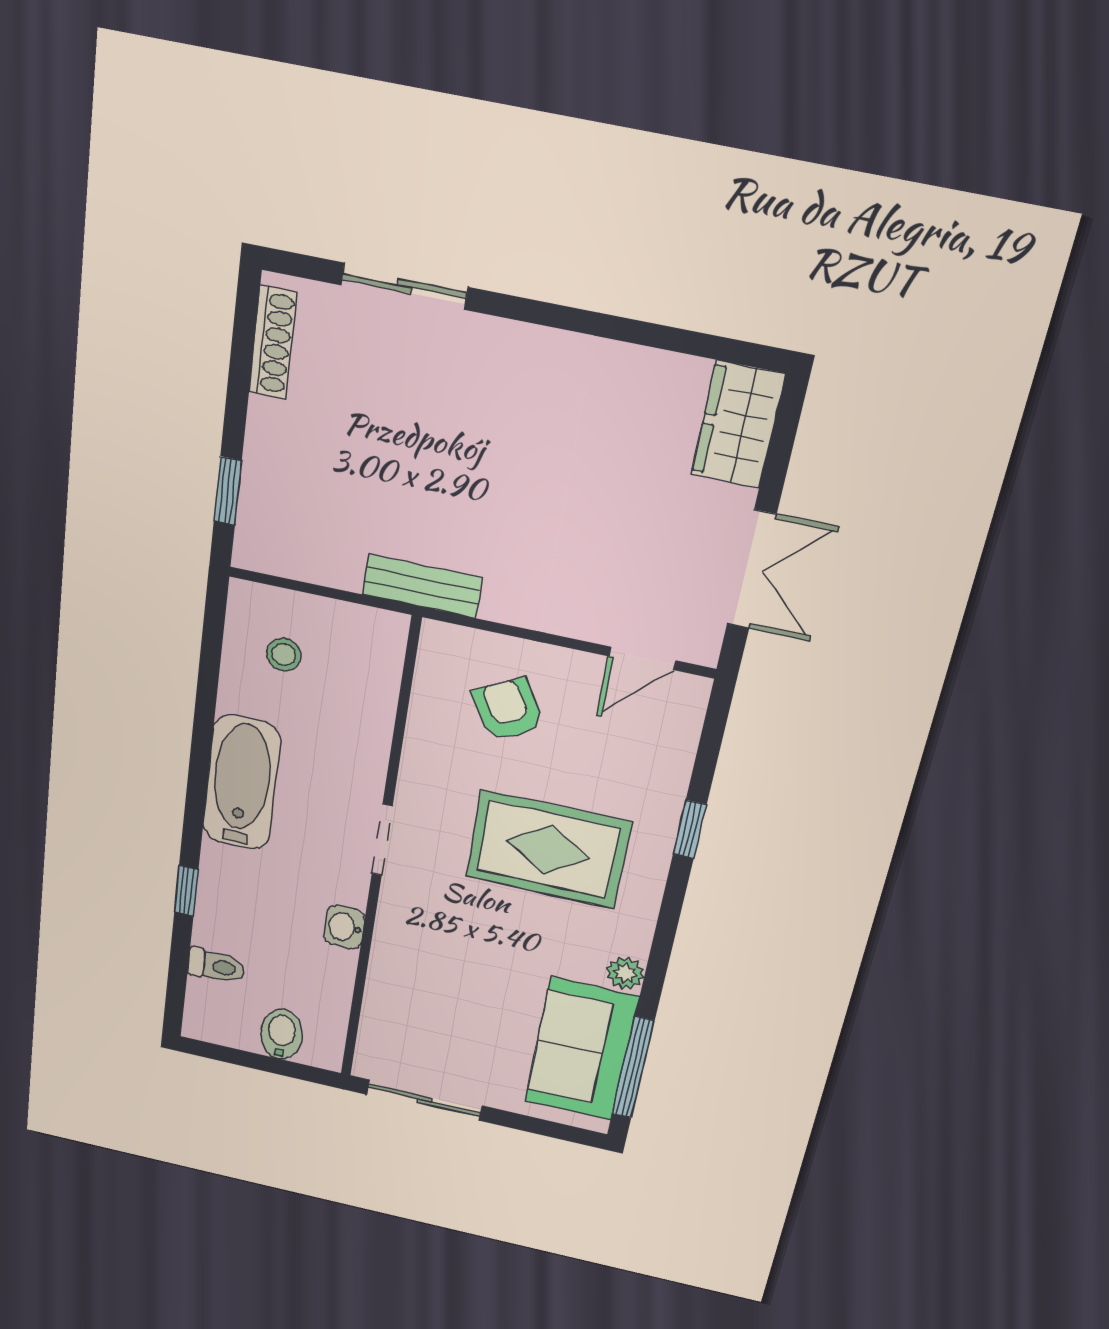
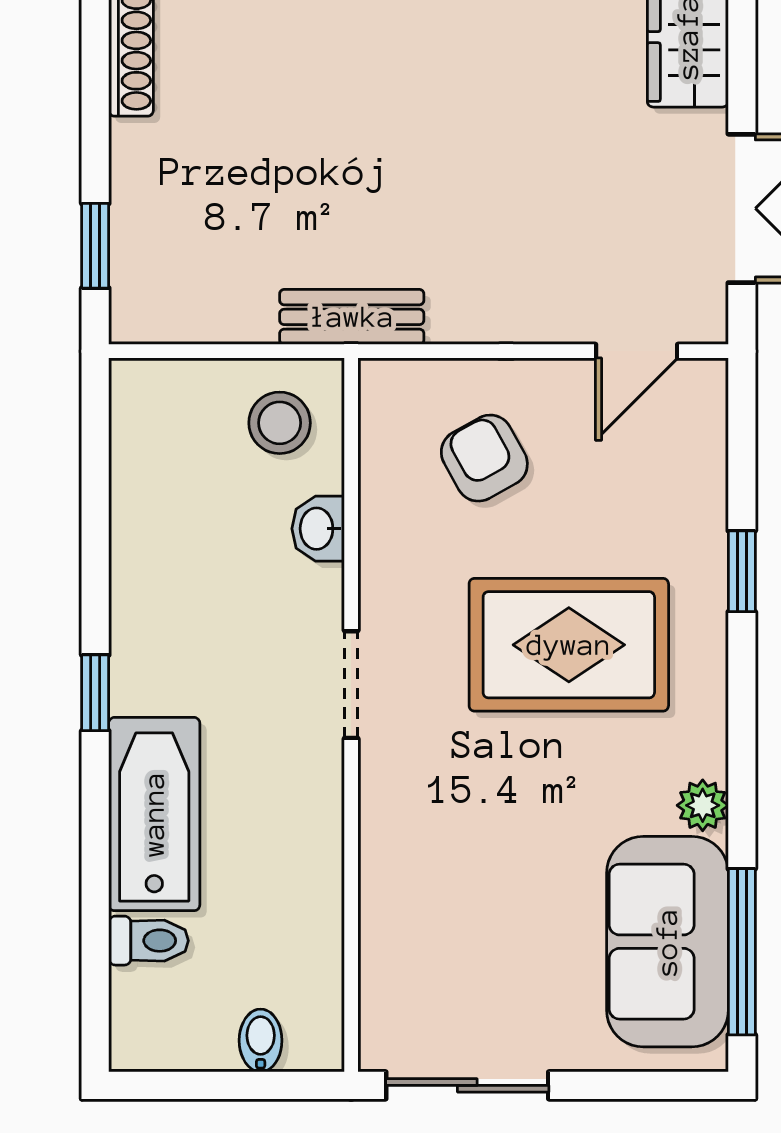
stool: (284, 655) -> (280, 423), moved, width x1.37, depth x1.37
bathtub: (241, 783) -> (154, 814), moved
window: (186, 891) -> (95, 693), moved
washbasin: (344, 927) -> (318, 529), moved
bidet: (282, 1034) -> (261, 1040), width x0.72, depth x0.74

